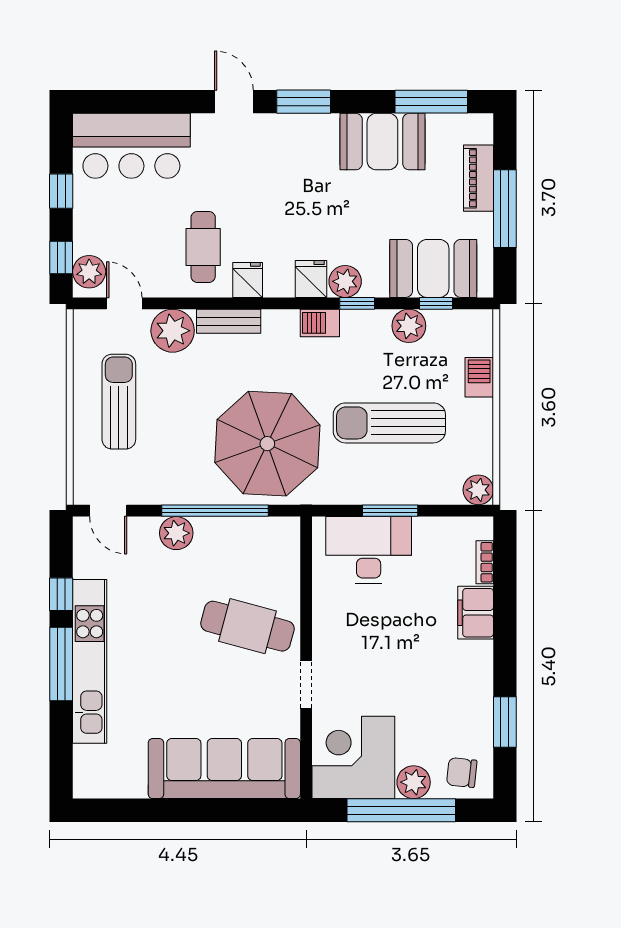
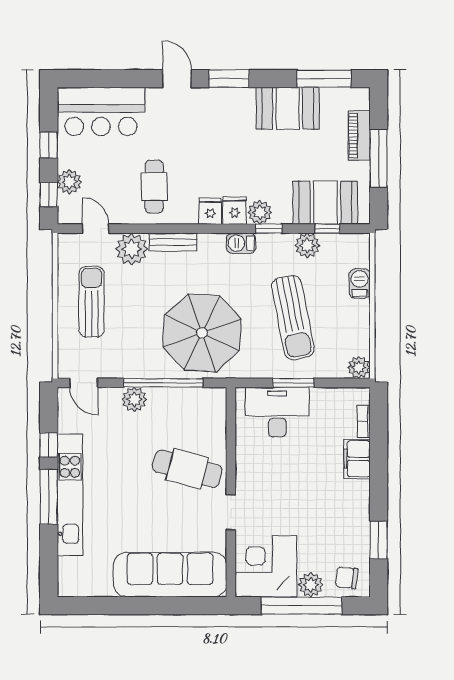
plant: (89, 272) -> (69, 182), moved
fridge: (248, 280) -> (210, 211), moved
sun lounger: (389, 423) -> (293, 318), turned -101

